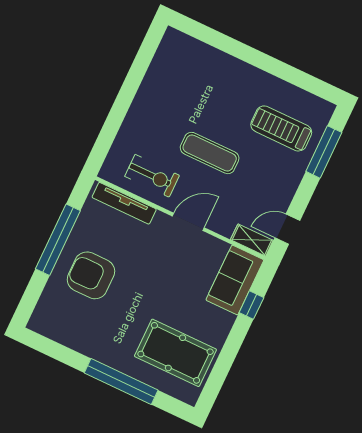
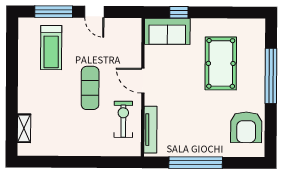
door: (287, 229) -> (94, 12), moved
shelving: (252, 240) -> (24, 128), moved
armchair: (91, 275) -> (246, 127), moved
pool table: (175, 353) -> (221, 63), moved

